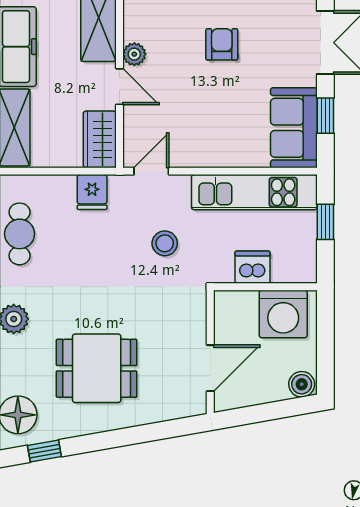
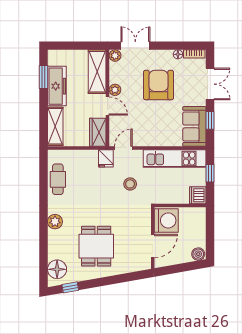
armchair: (222, 44) -> (159, 85), width x1.88, depth x1.88
fridge: (92, 192) -> (106, 158), moved
dishwasher: (253, 267) -> (198, 195), moved, turned -90
washing machine: (283, 314) -> (166, 220), moved, turned -90
dining table: (97, 368) -> (96, 246), turned 90

